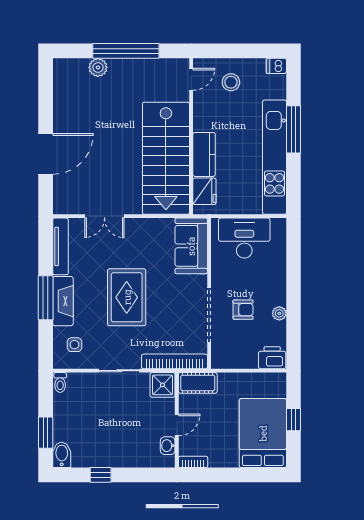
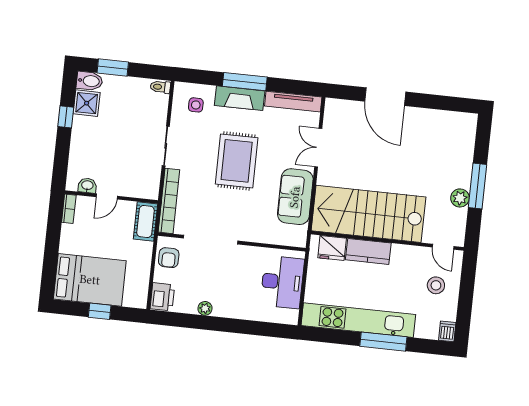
window: (126, 51) -> (478, 186), width x0.68
plant: (98, 67) -> (460, 198), moved
sofa: (191, 246) -> (295, 197), moved, turned -90
rug: (127, 297) -> (237, 161), turned 90
armchair: (243, 310) -> (169, 258), moved
shower: (163, 385) -> (87, 103), moved
door: (177, 425) -> (107, 197), hinge flipped

